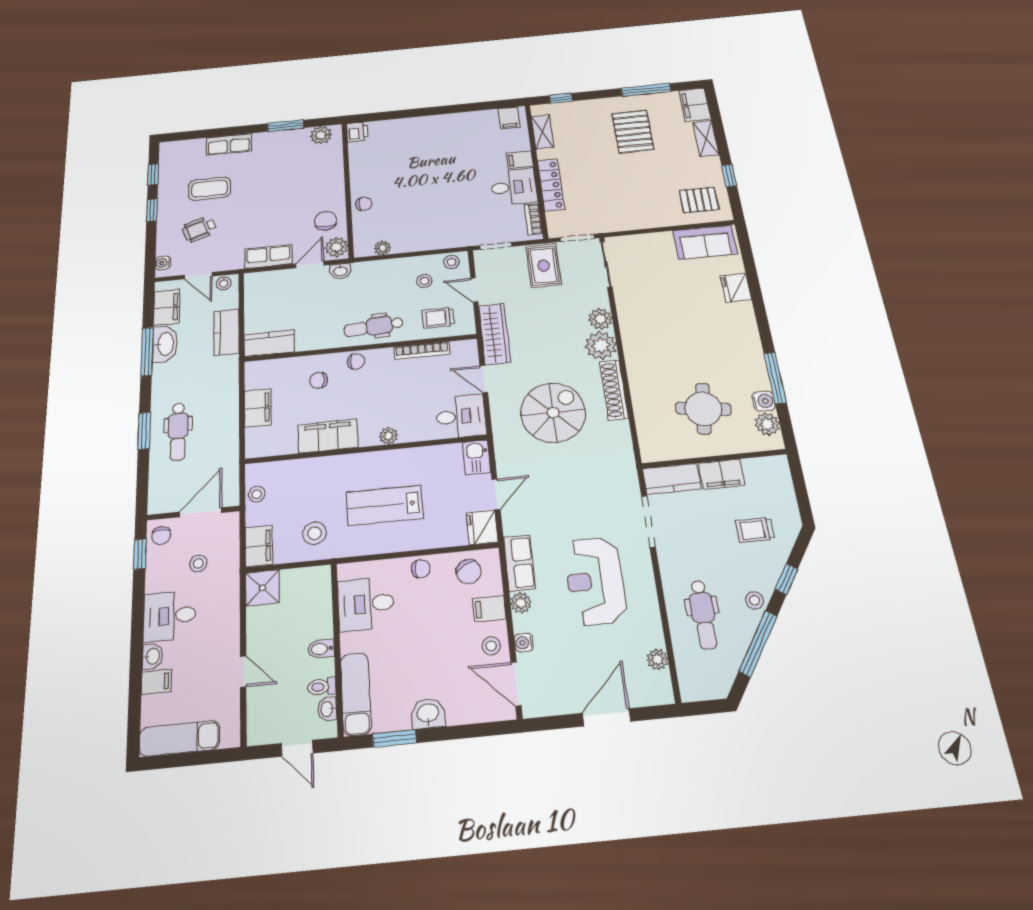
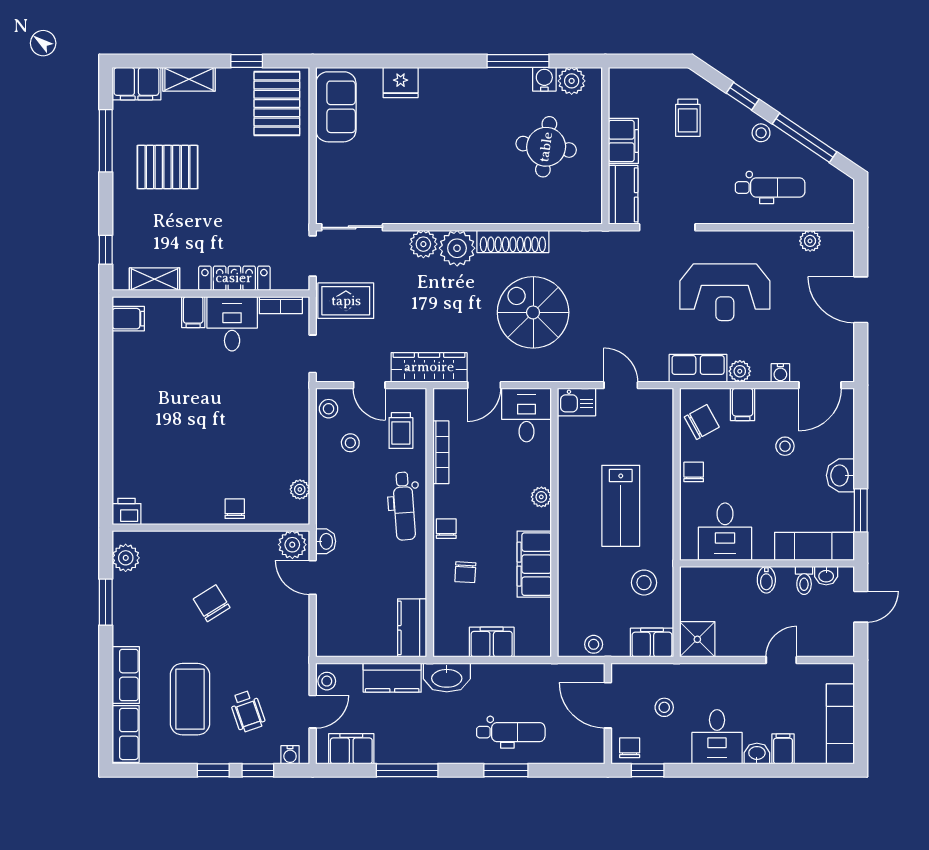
window: (153, 174) -> (258, 770), moved
coffee table: (209, 189) -> (190, 699), width x1.36, depth x1.32
pallet: (699, 200) -> (277, 104), width x1.50, depth x1.42
chair: (326, 221) -> (212, 603), moved, turned 58
row of seats: (268, 257) -> (126, 734), moved, turned 180
door: (474, 290) -> (369, 385), hinge flipped
washbasin: (165, 344) -> (447, 677), moved, turned 180
fridge: (482, 527) -> (656, 404), removed
chair: (161, 536) -> (630, 748), turned -90
stool: (491, 646) -> (785, 446), moved

